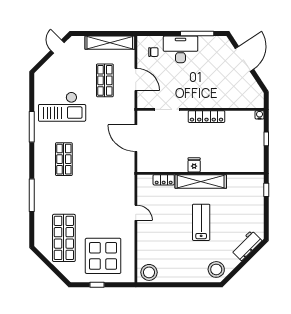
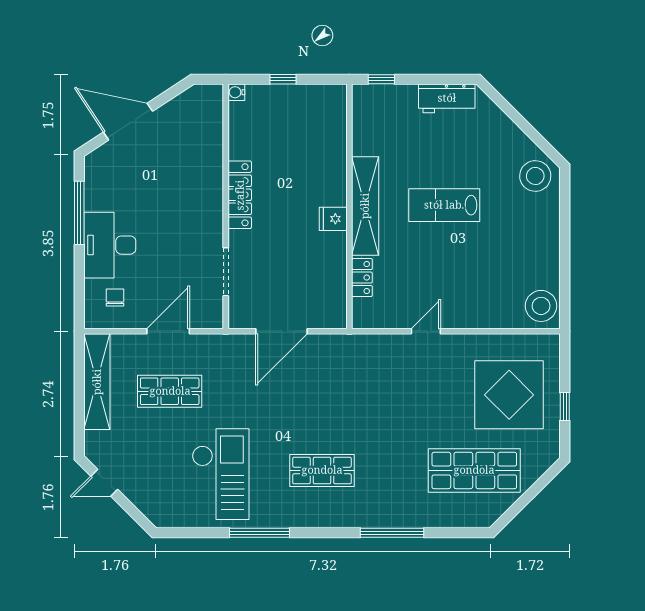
workbench: (247, 246) -> (447, 98), moved, turned -45

